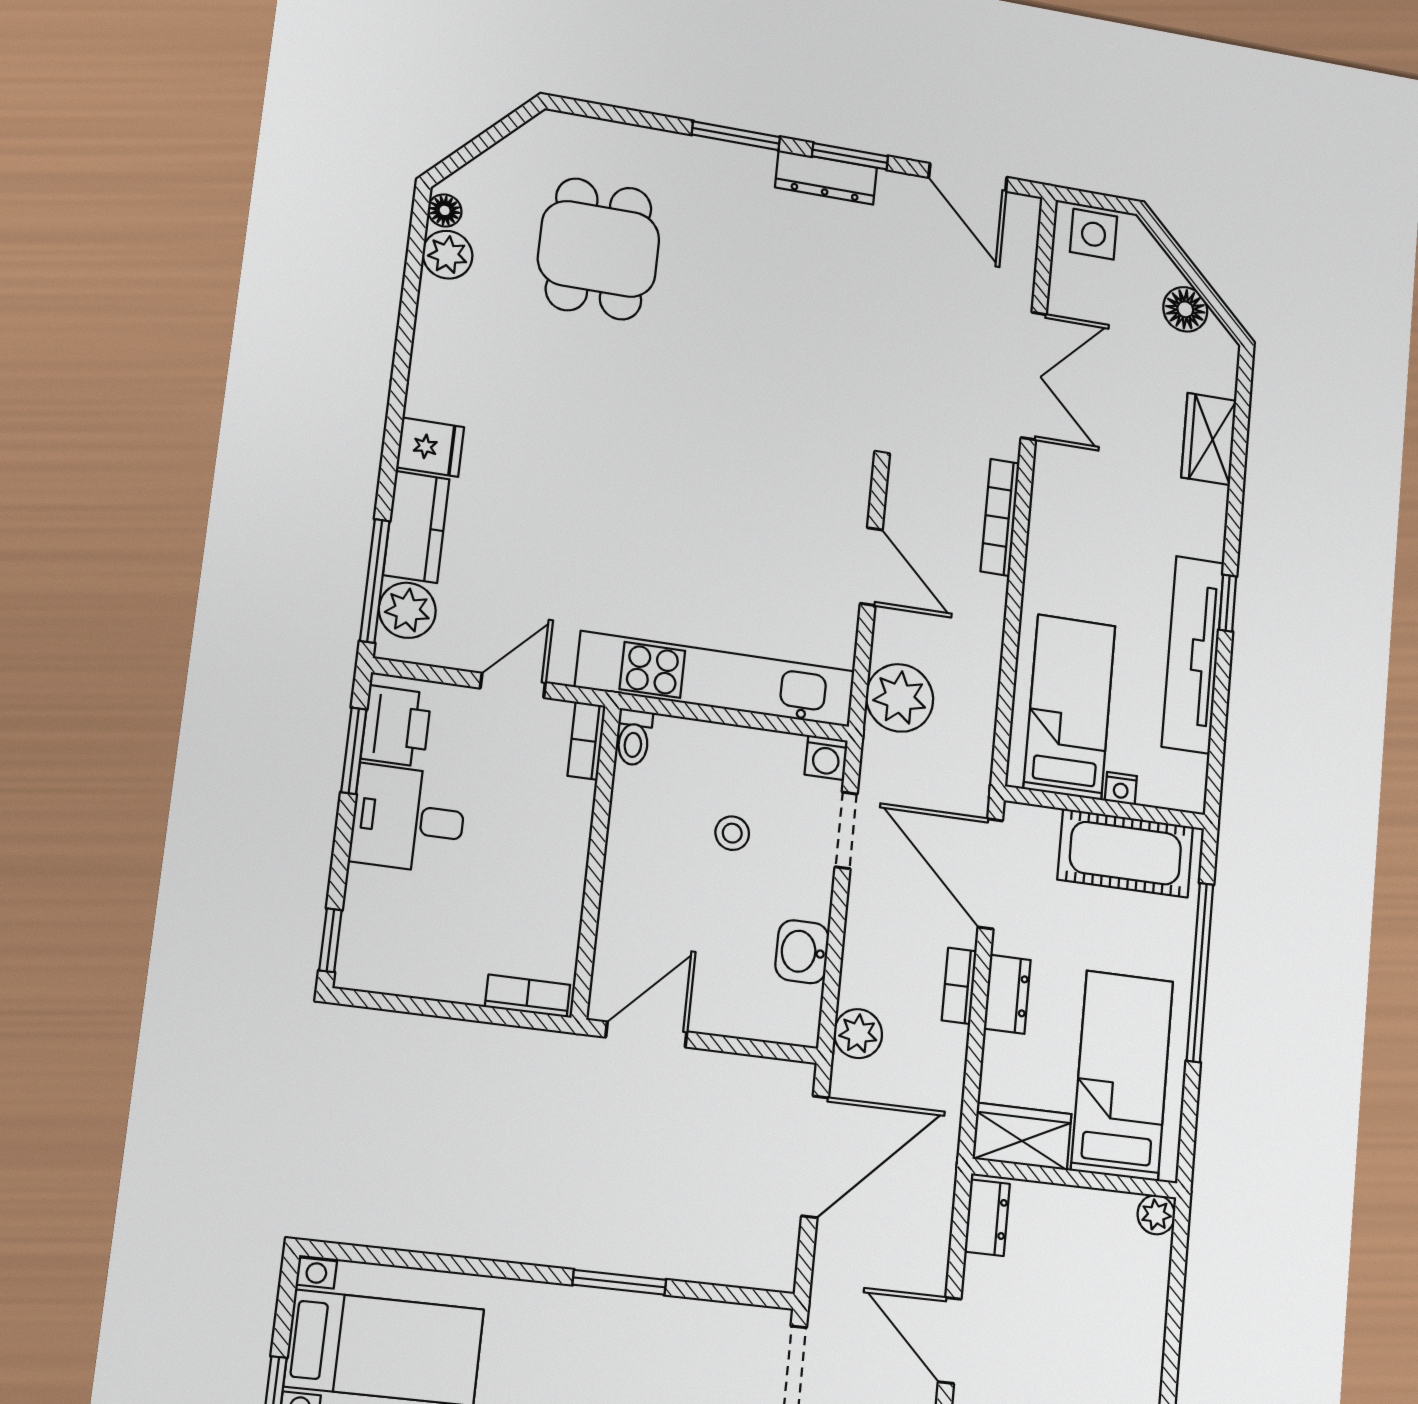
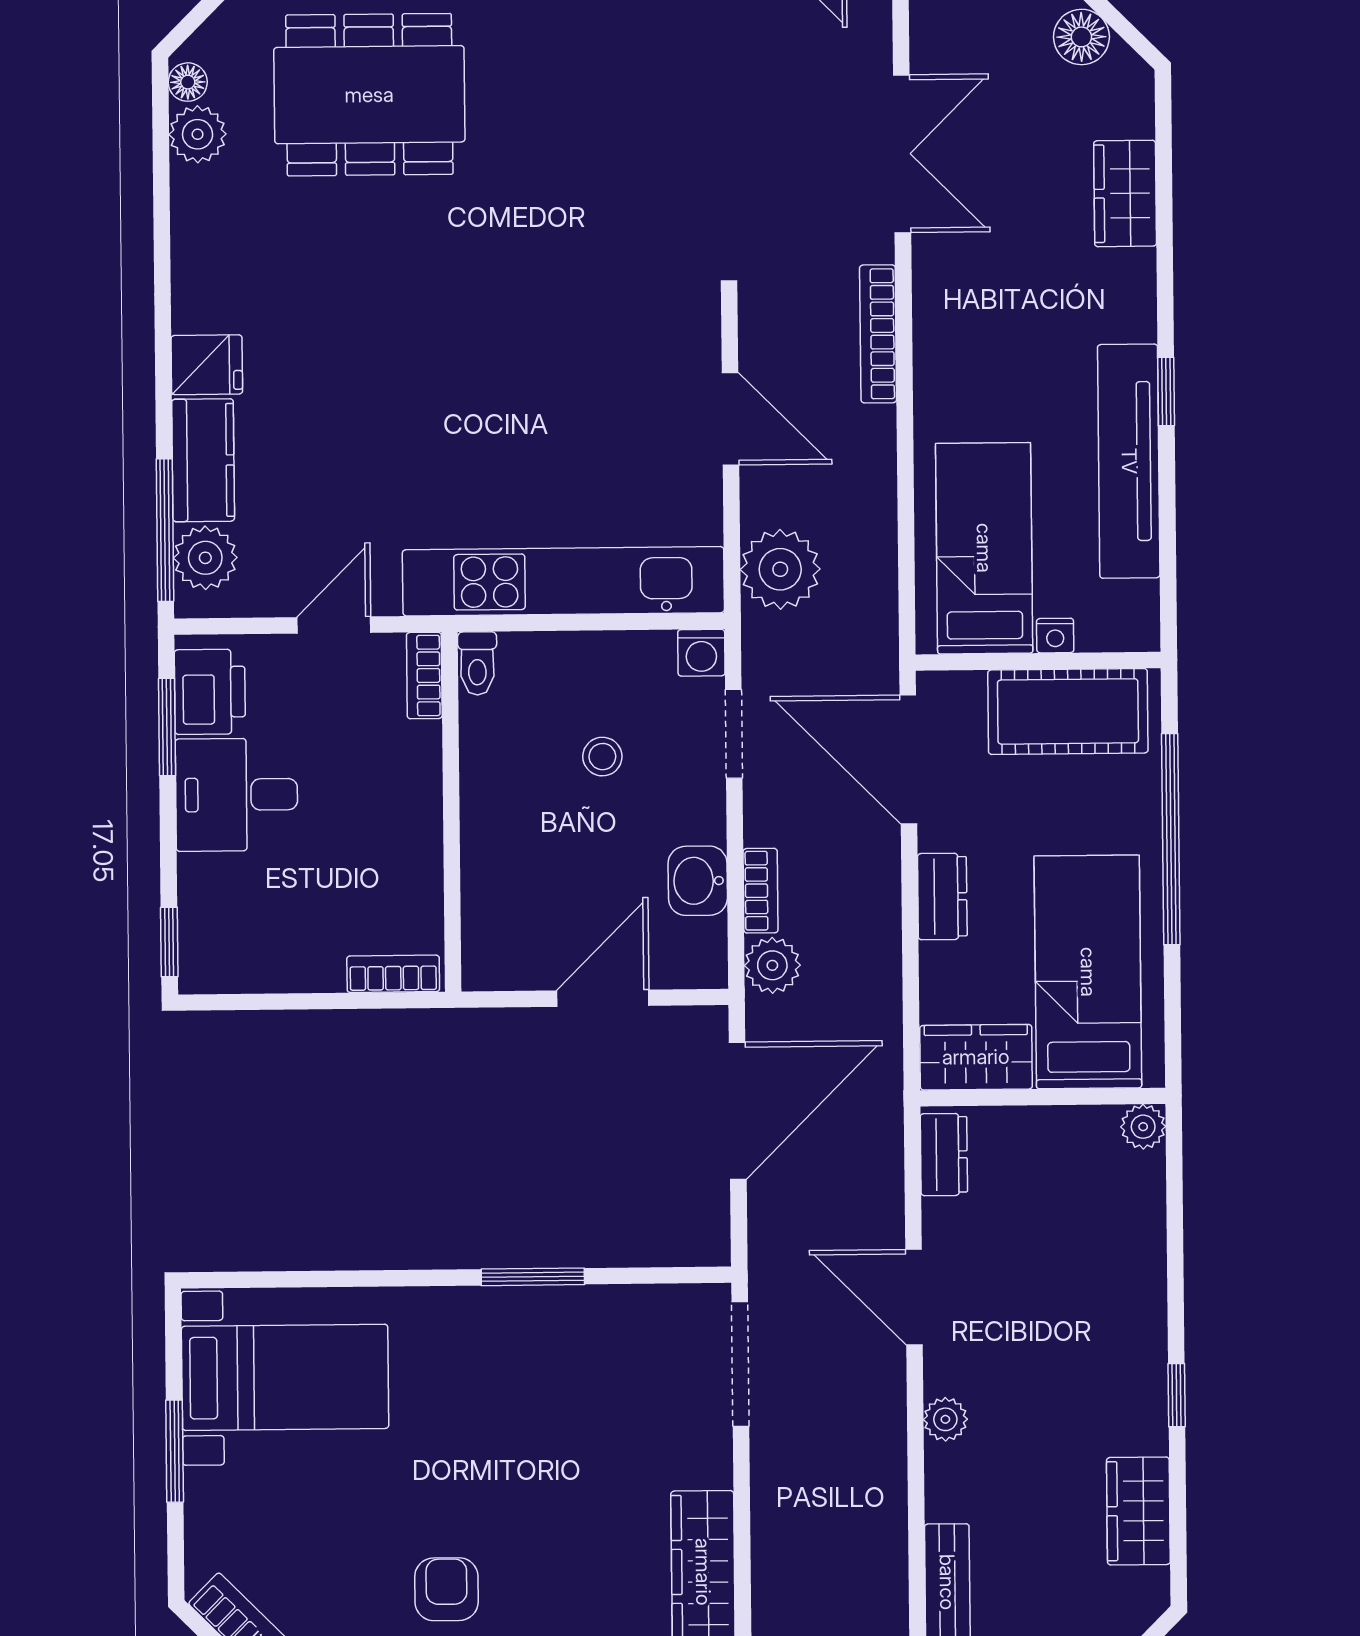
dining table: (599, 249) -> (369, 95), width x1.38
bookcase: (959, 986) -> (761, 891), moved, turned 180
door: (646, 1035) -> (603, 998), moved

